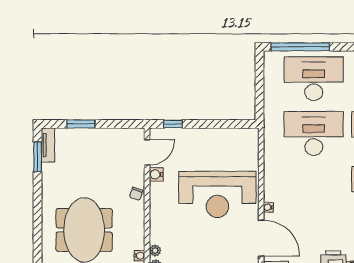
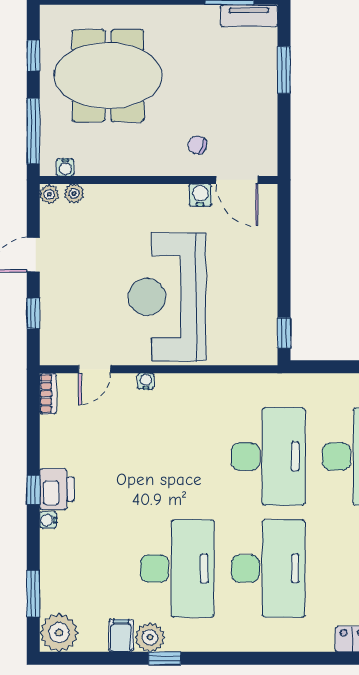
window: (173, 124) -> (284, 333), moved
chair: (136, 194) -> (197, 145), moved
door: (261, 238) -> (95, 369), width x0.53

